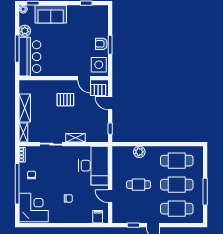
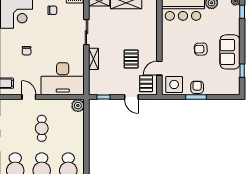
sofa: (51, 14) -> (230, 52), moved
armchair: (67, 41) -> (201, 49), added
pallet: (65, 100) -> (131, 59), moved
door: (110, 103) -> (131, 97), swing flipped
plant: (139, 152) -> (78, 106), moved
door: (110, 196) -> (29, 97), hinge flipped

